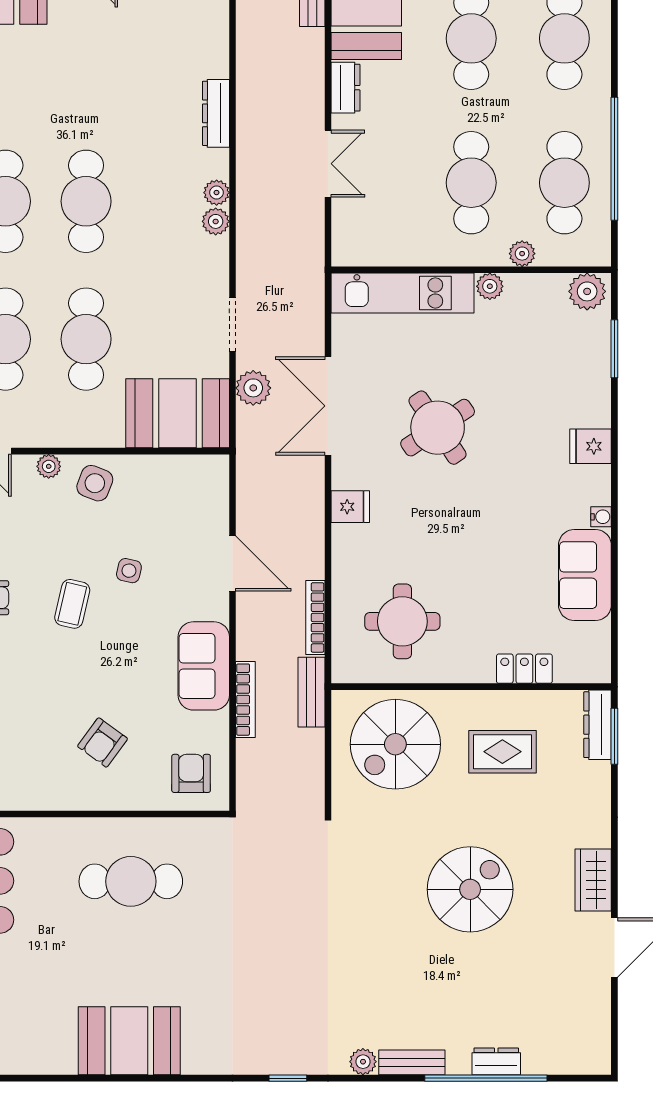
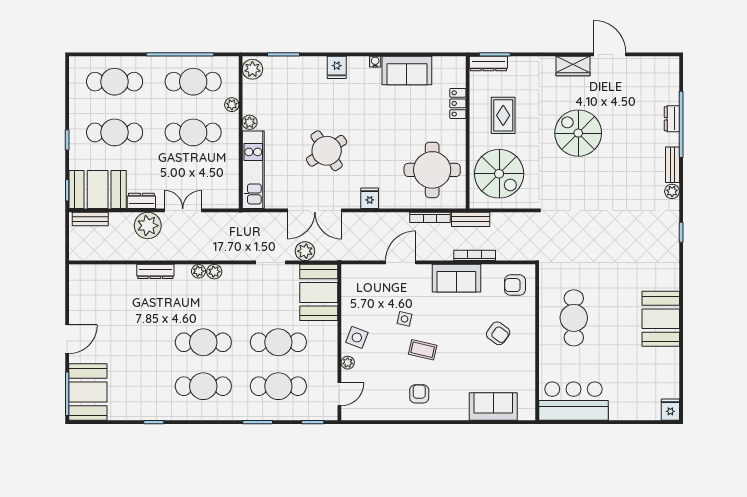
plant: (300, 99) -> (148, 226), added
round table: (402, 621) -> (432, 170), width x1.36, depth x1.36

